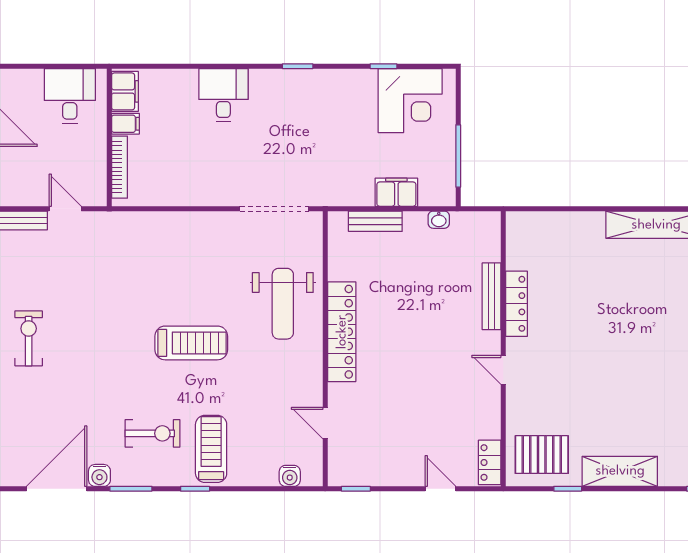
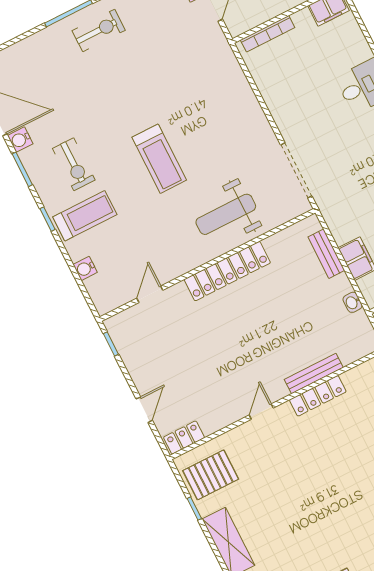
filing cabinet: (125, 124) -> (304, 21), removed
pallet: (542, 455) -> (211, 475), turned 90
water cooler: (290, 476) -> (85, 268), moved

